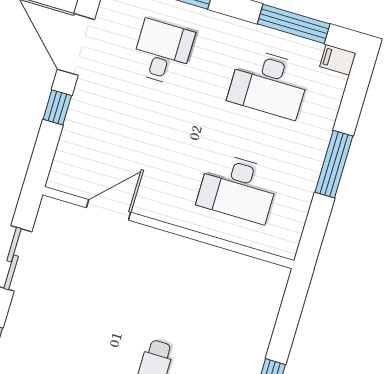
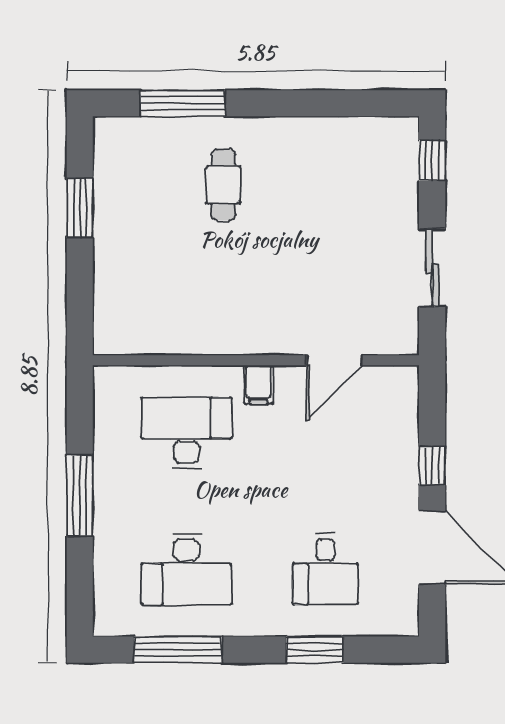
filing cabinet: (338, 60) -> (259, 385), moved, turned 90
desk: (269, 84) -> (187, 569), turned 180

